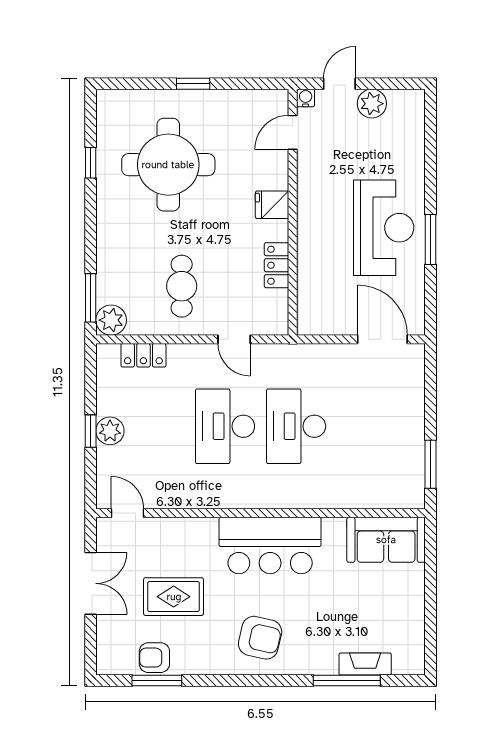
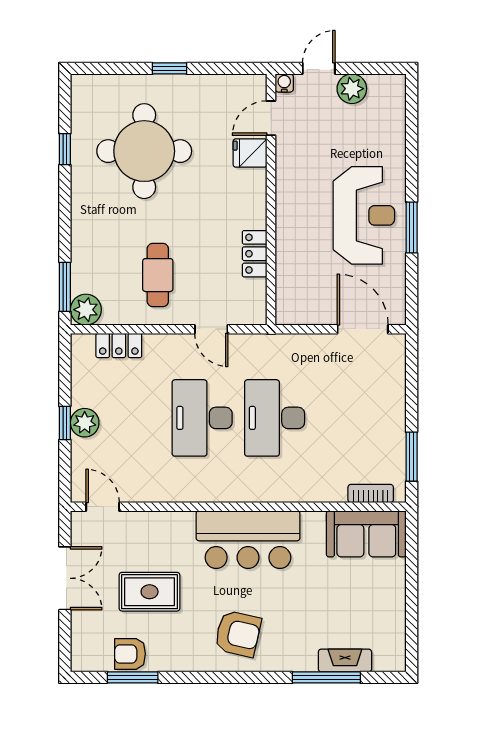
fridge: (272, 205) -> (250, 153), moved
bookcase: (390, 500) -> (371, 494), added

